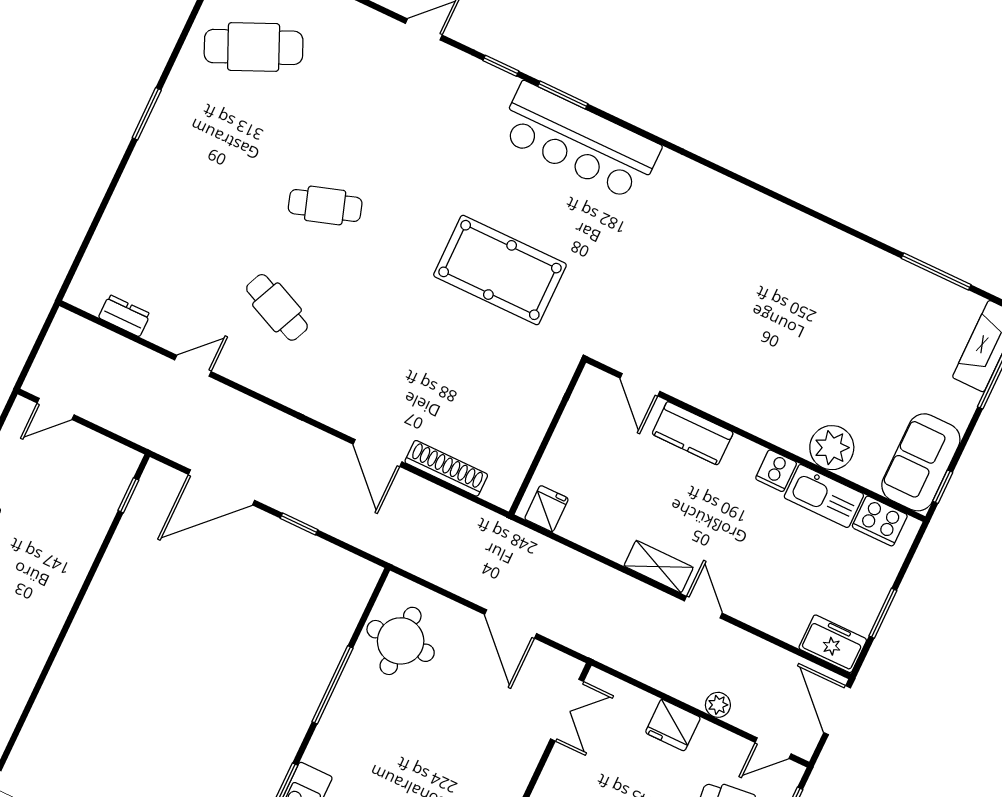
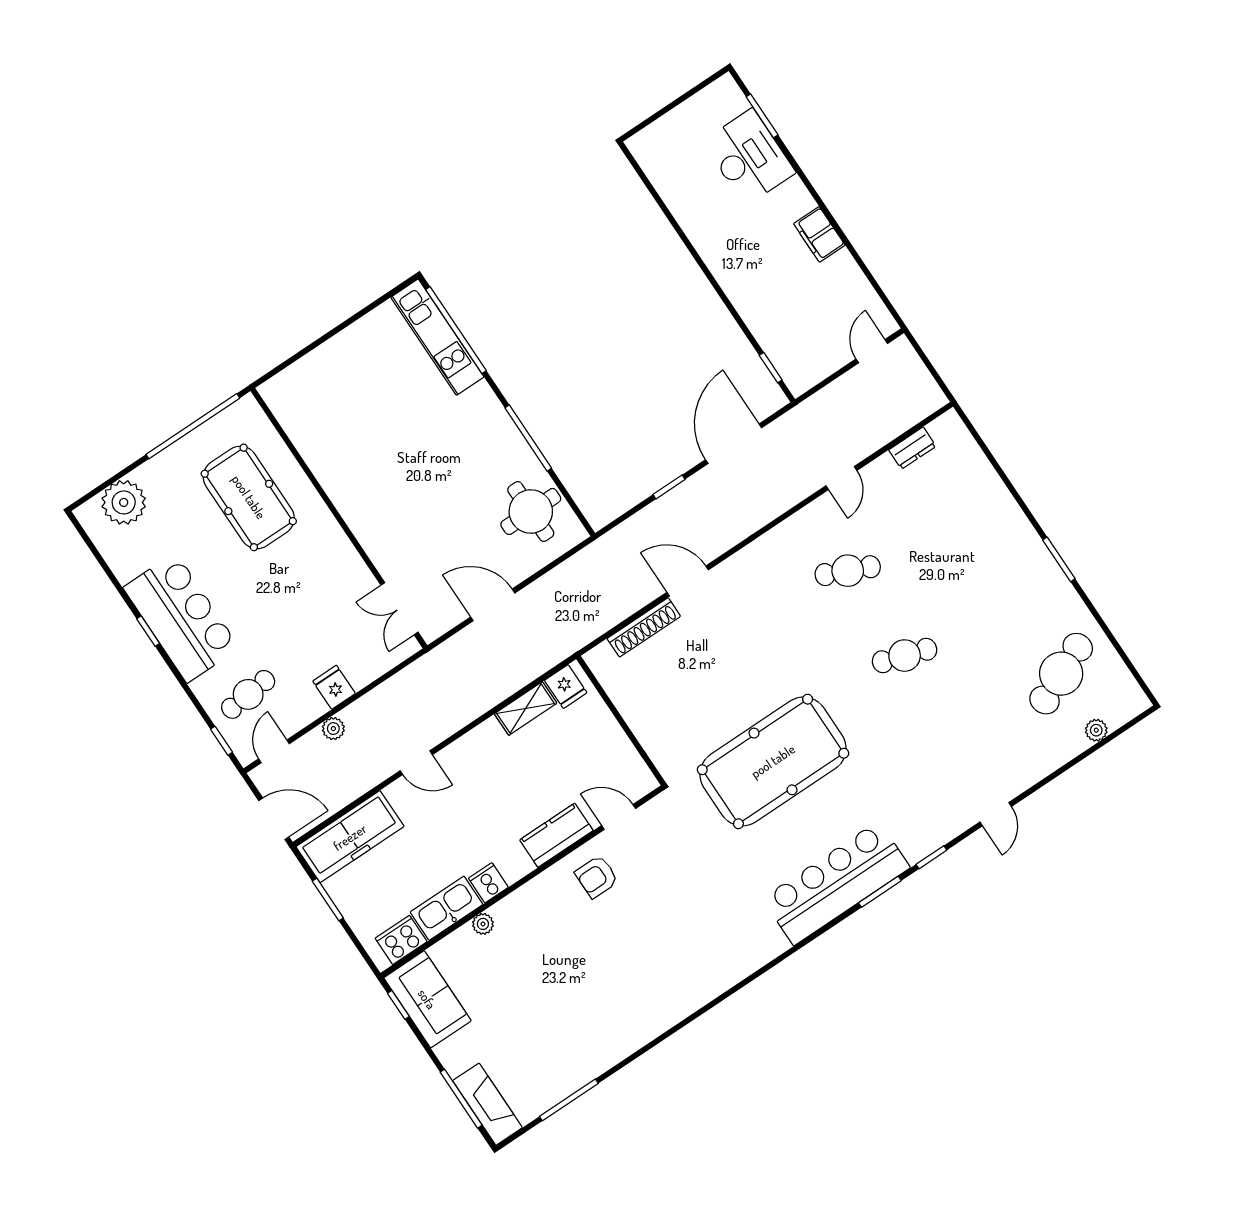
cafe table: (325, 205) -> (905, 656), turned 36
pool table: (500, 270) -> (773, 761), width x1.36, depth x1.32
armchair: (709, 372) -> (597, 877), added
plant: (832, 448) -> (483, 924), width x0.53, depth x0.53
shelving: (659, 567) -> (526, 709), moved
freezer: (833, 644) -> (350, 837), width x1.91, depth x1.26
fridge: (673, 725) -> (334, 687), width x0.72

